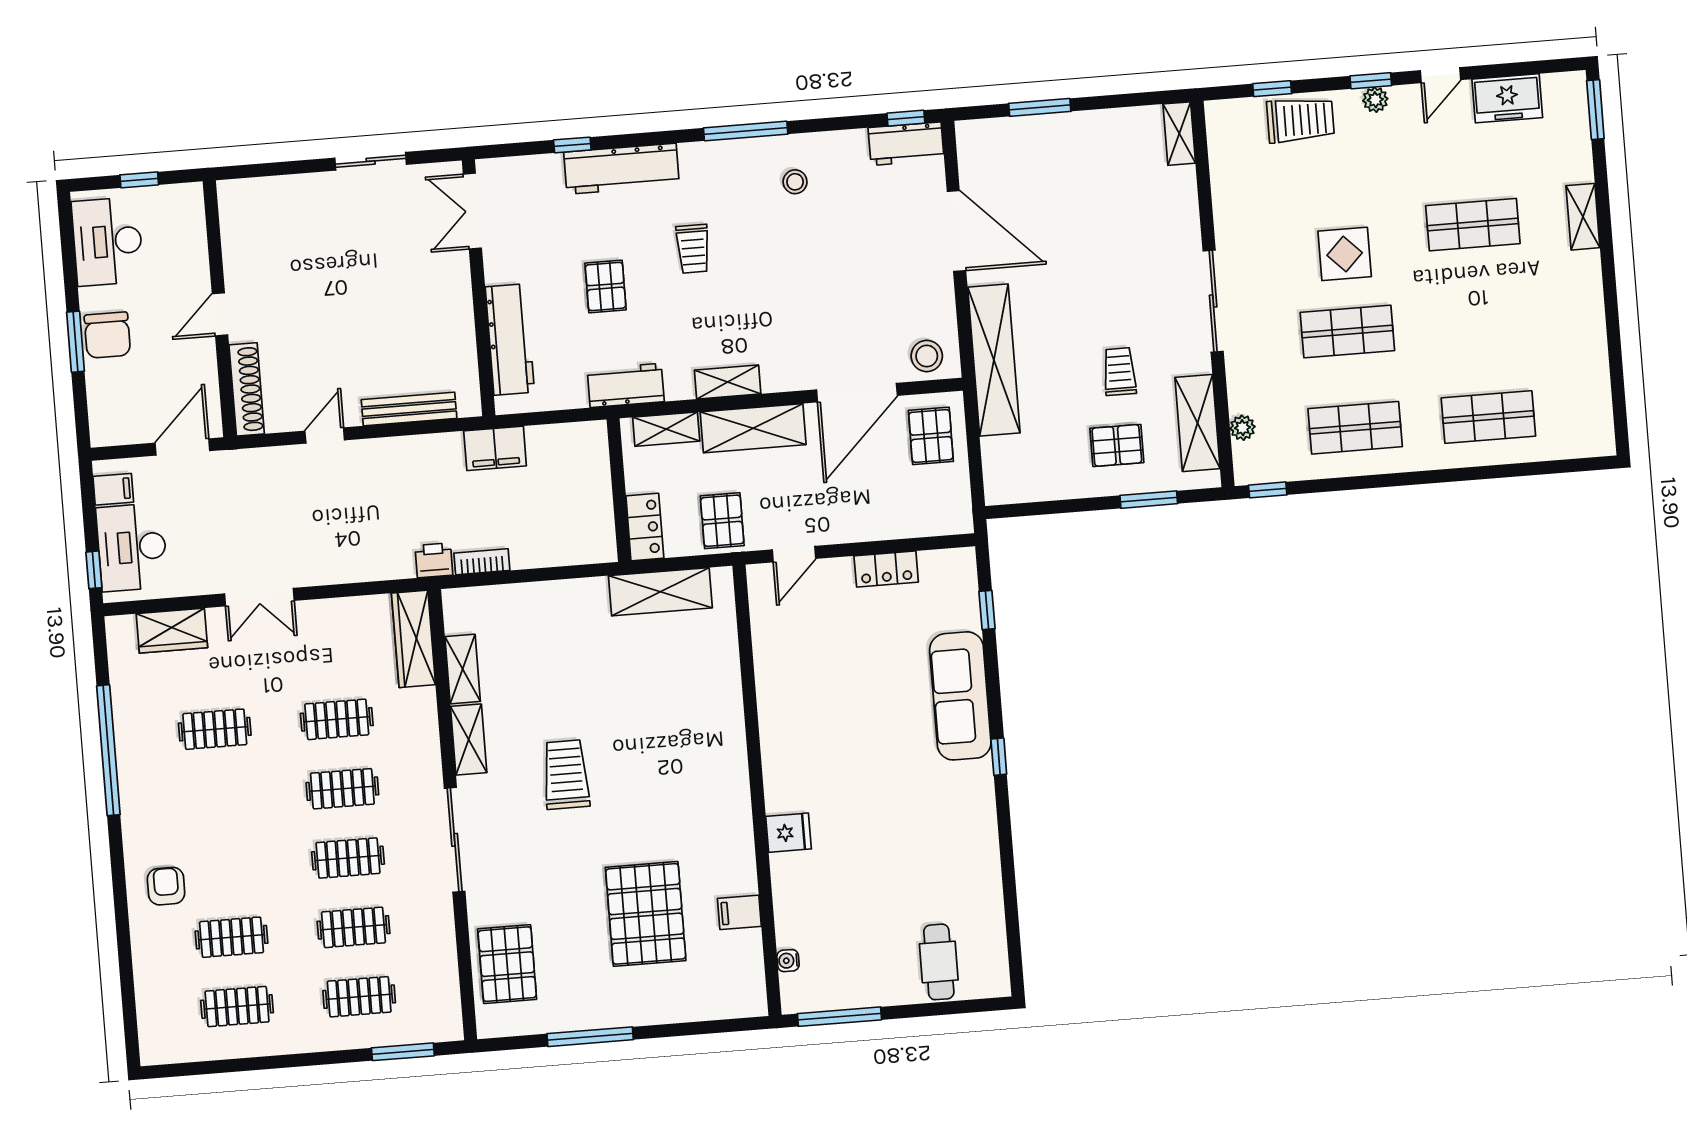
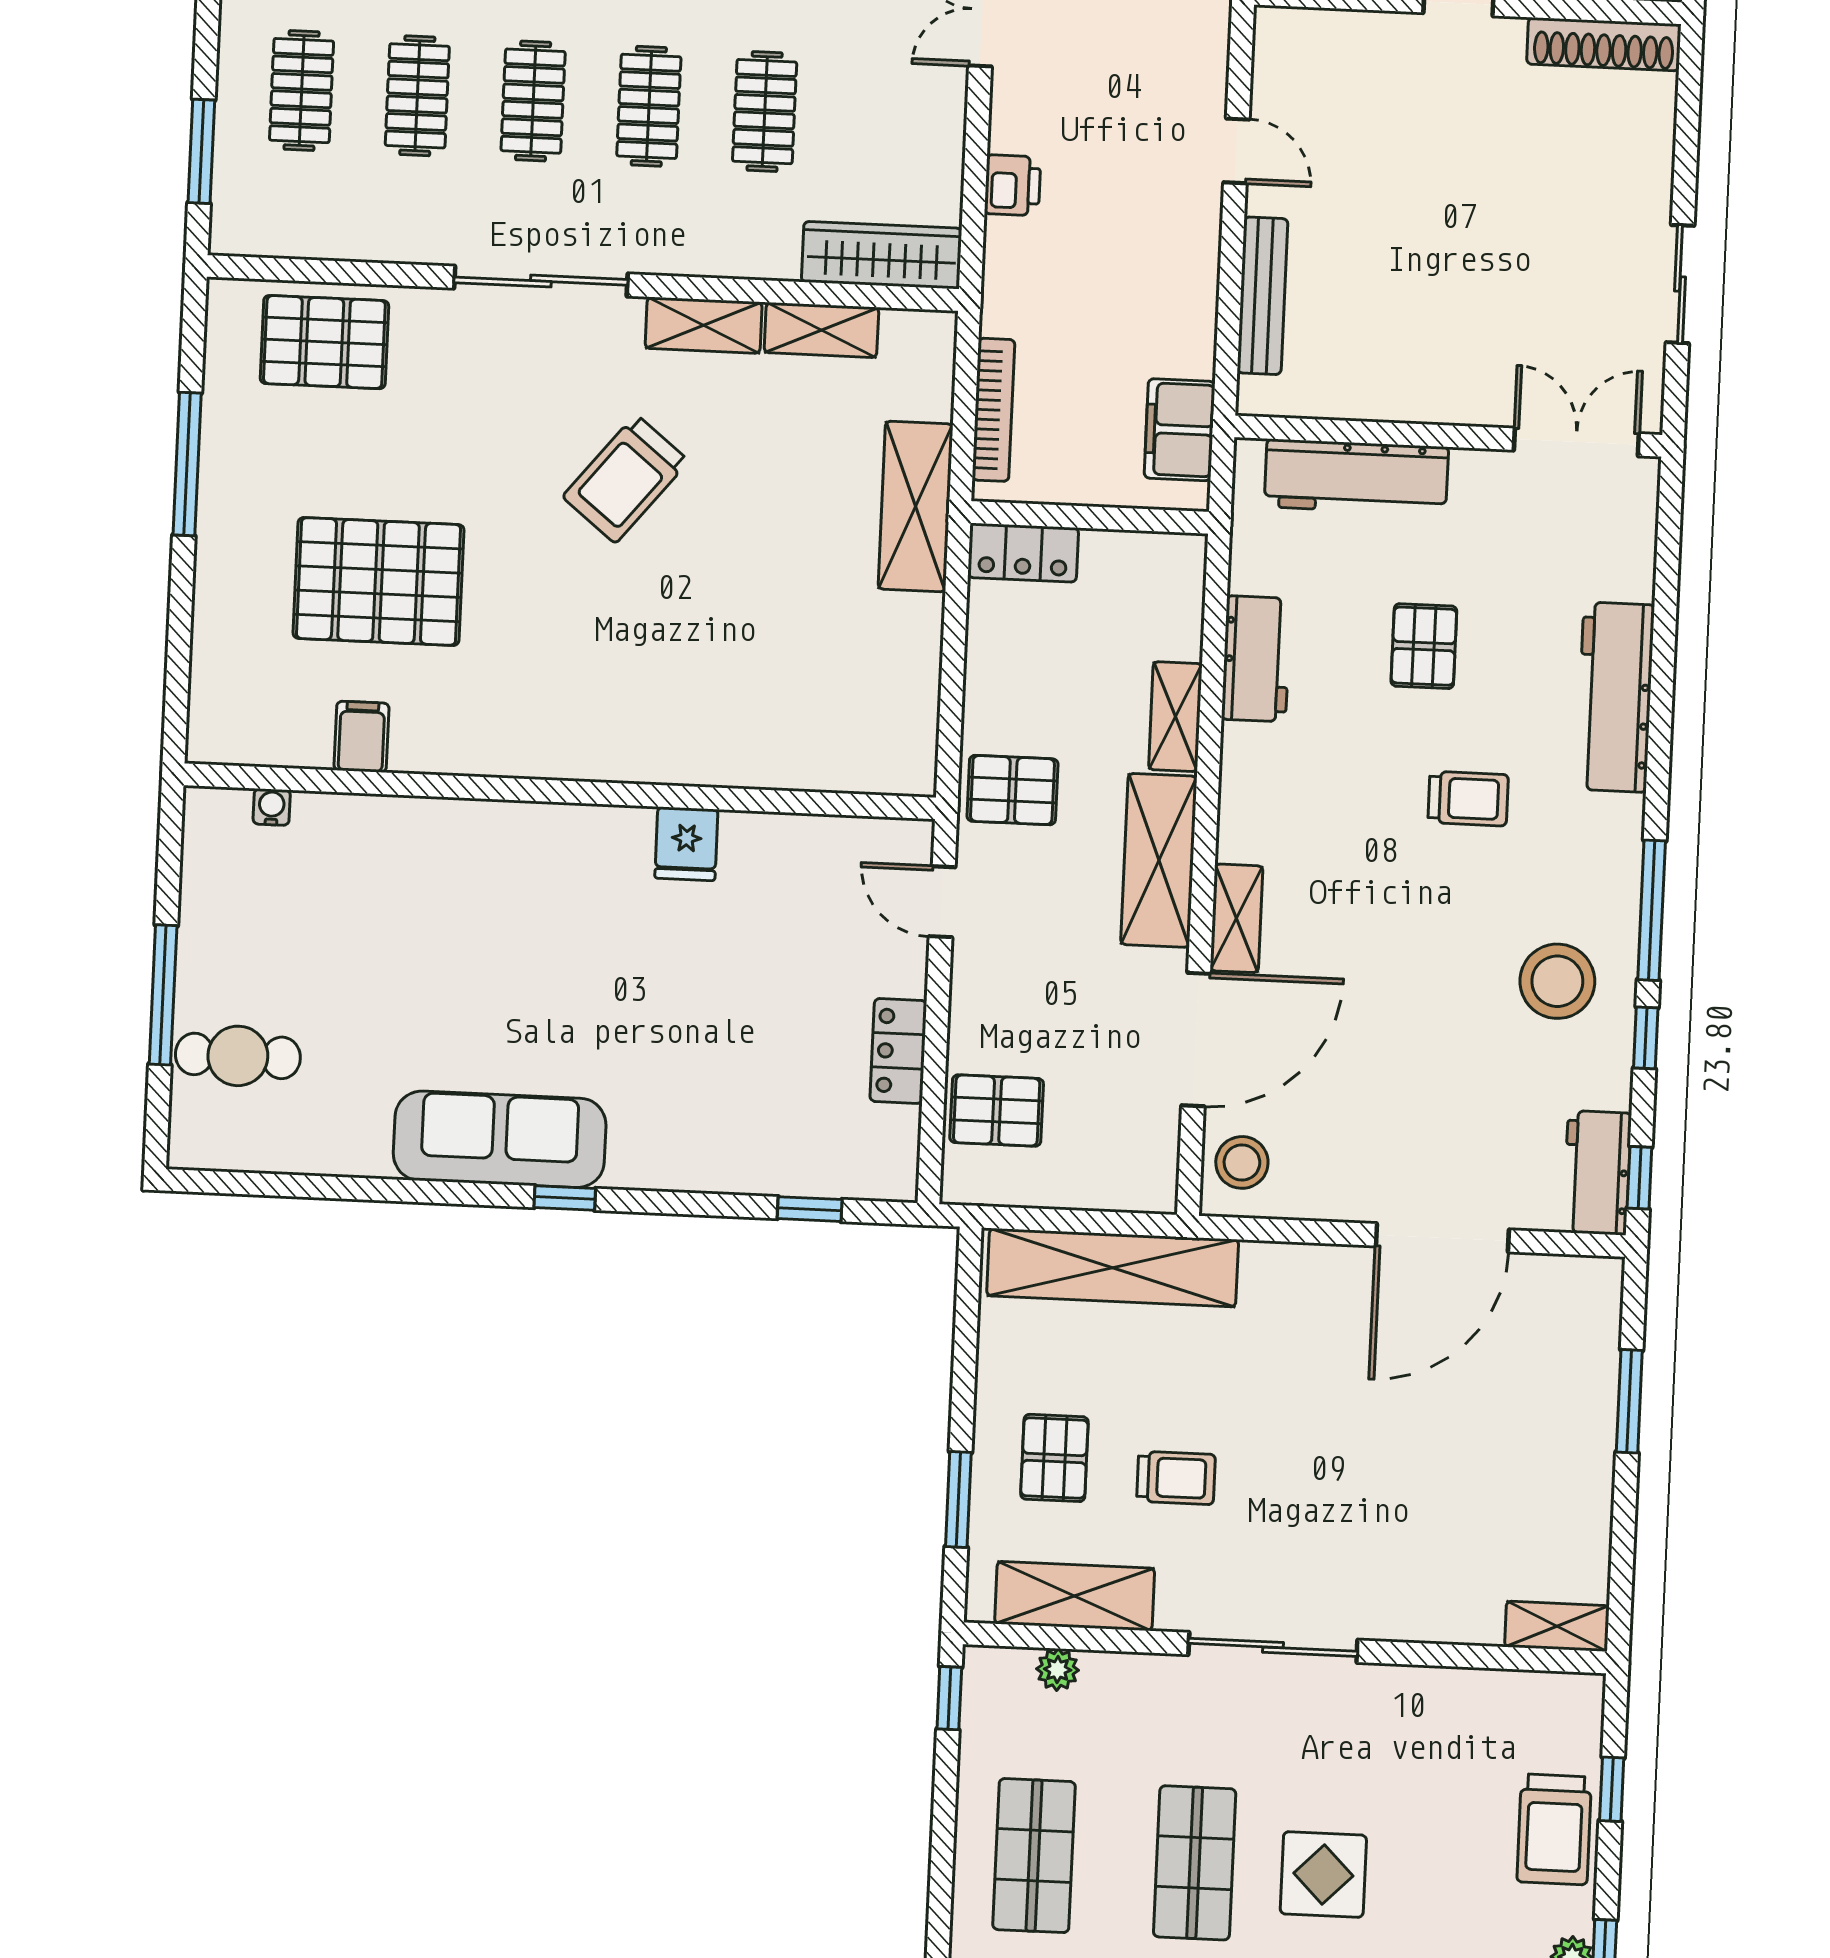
window: (572, 145) -> (1646, 1038), moved
stool: (795, 182) -> (1557, 981), width x1.89, depth x1.89
trolley: (693, 249) -> (1468, 799), turned 180
pallet: (606, 286) -> (1424, 646), turned 90
shelving: (994, 360) -> (1113, 1268), moved
shelving: (728, 382) -> (1236, 918), moved
shoe rack: (247, 389) -> (1604, 44), moved
door: (857, 393) -> (1196, 1039), swing flipped
pallet: (931, 436) -> (997, 1111), moved
wall: (619, 490) -> (1090, 517), moved
locker: (645, 527) -> (1023, 553), moved
printer: (434, 560) -> (1013, 185), moved
bookcase: (482, 562) -> (994, 410), width x1.56
shelving: (660, 592) -> (916, 507), moved
sofa: (960, 696) -> (500, 1139), moved
trolley: (566, 774) -> (626, 479), turned 129
fridge: (789, 833) -> (686, 844), moved
window: (839, 1017) -> (163, 995), moved

